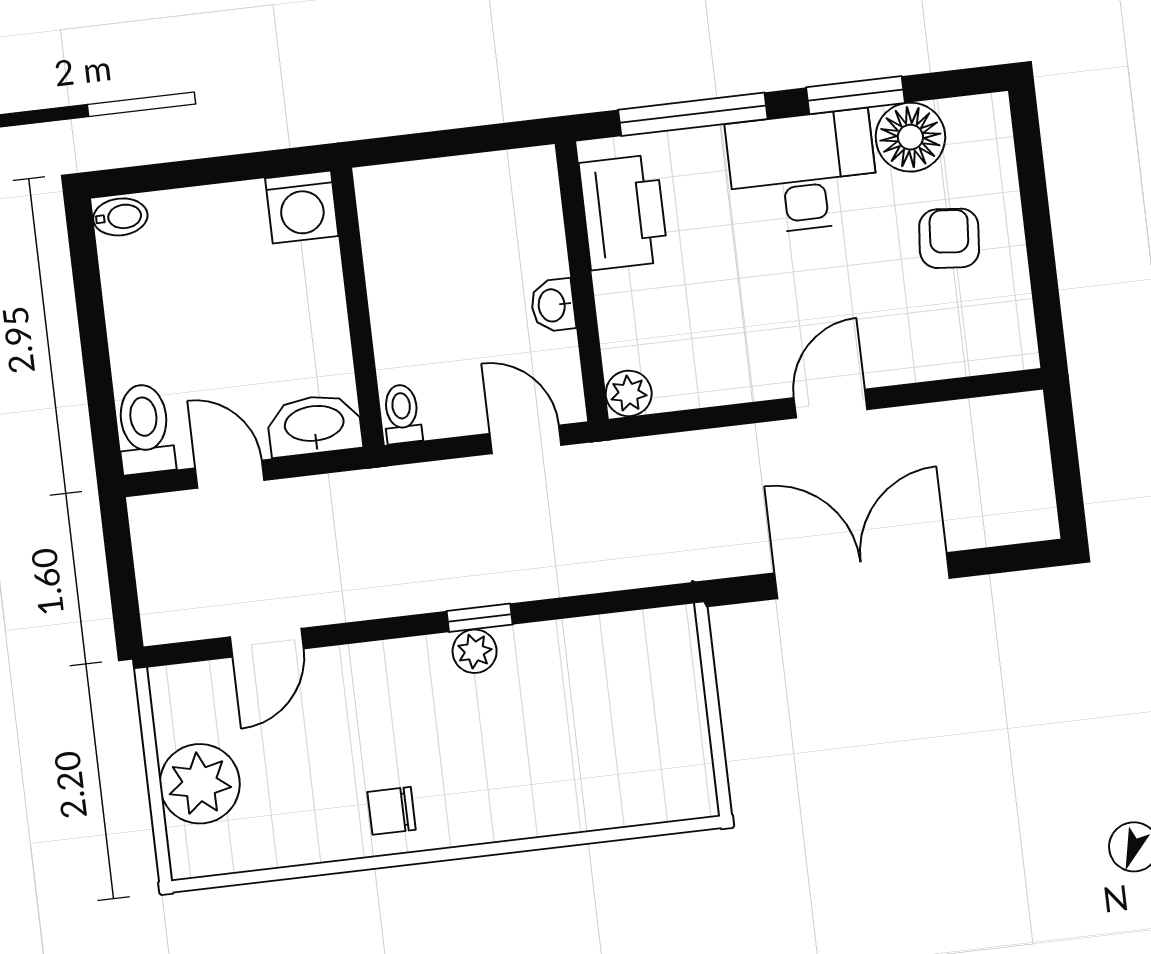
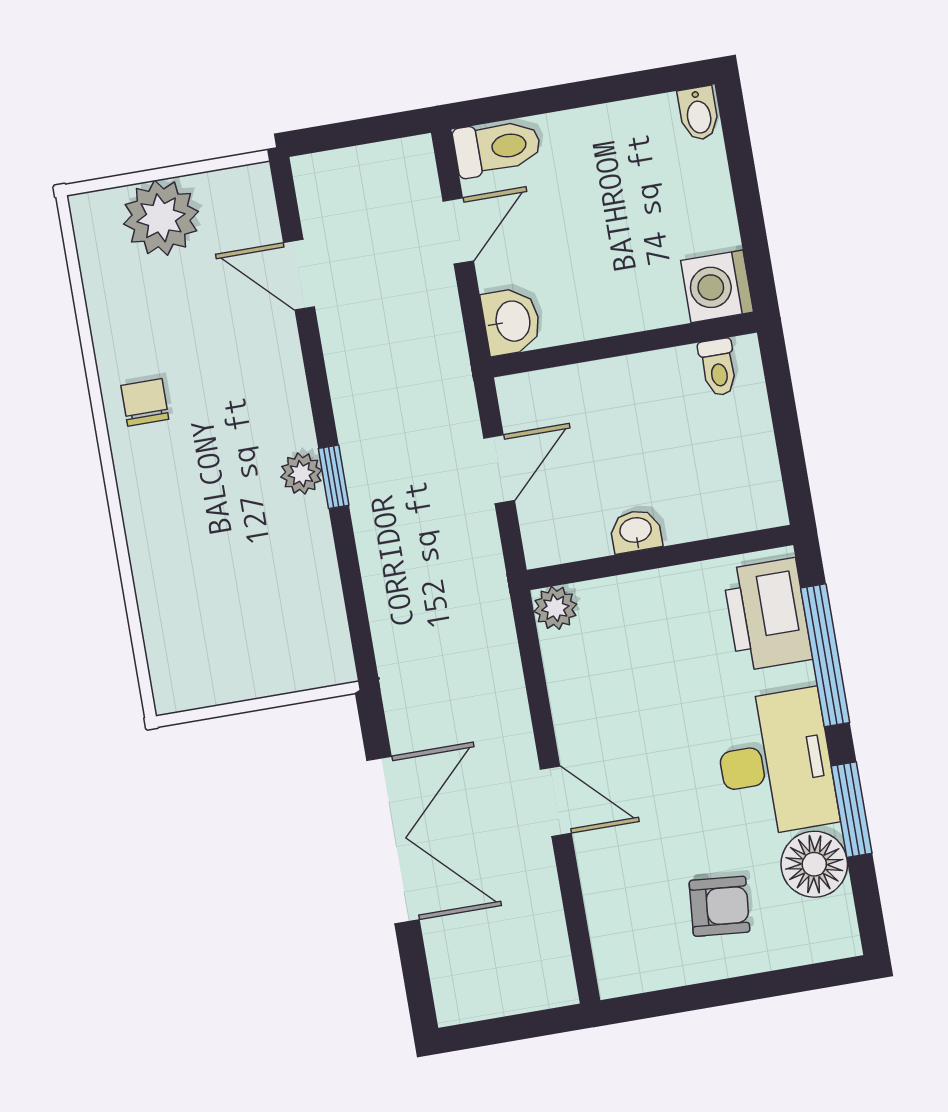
printer: (624, 212) -> (767, 614), moved, turned 90
toilet: (402, 414) -> (718, 367), moved, turned 90
washbasin: (314, 425) -> (511, 321), width x0.72
door: (526, 439) -> (499, 469), moved

